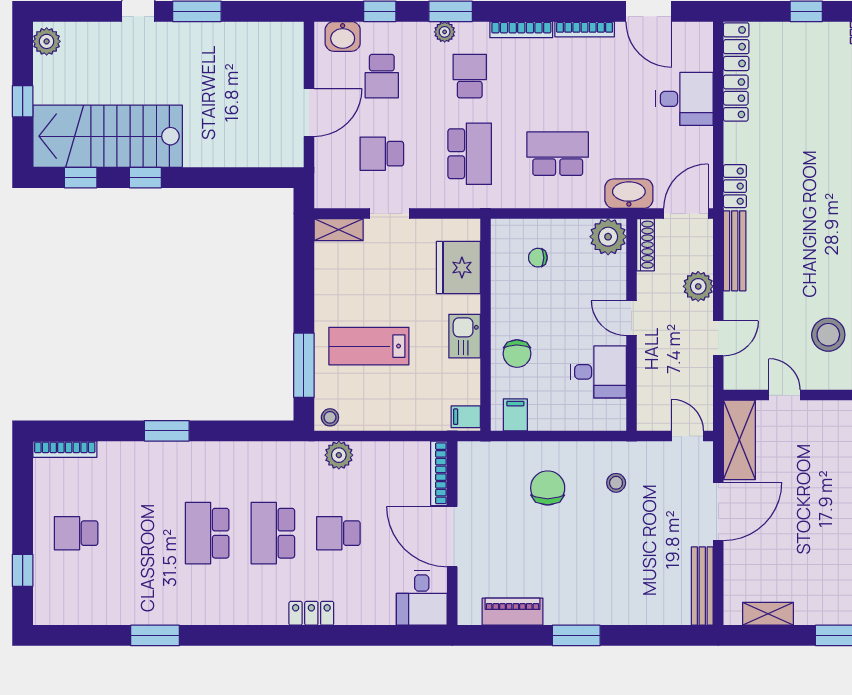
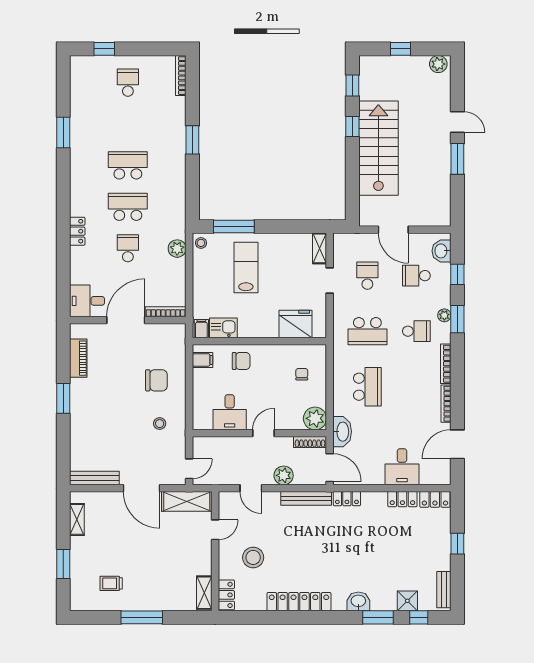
stairs: (108, 136) -> (378, 148), moved
kitchen sink: (465, 336) -> (223, 328), moved
chair: (517, 354) -> (241, 361), turned 180

